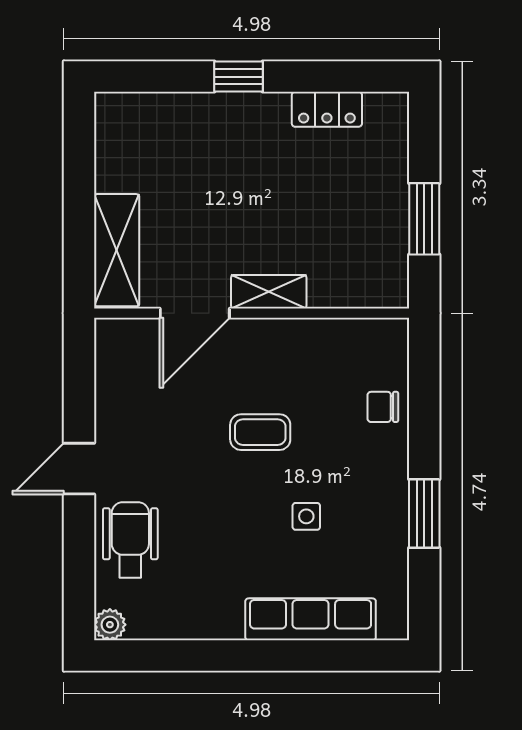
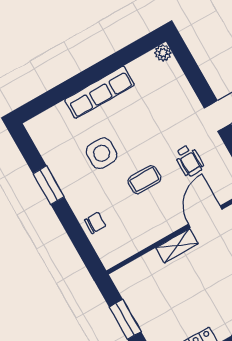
side table: (306, 516) -> (102, 153), width x1.87, depth x1.87
wheelchair: (130, 540) -> (189, 161), moved, width x0.73, depth x0.73
row of seats: (311, 619) -> (100, 92), moved

